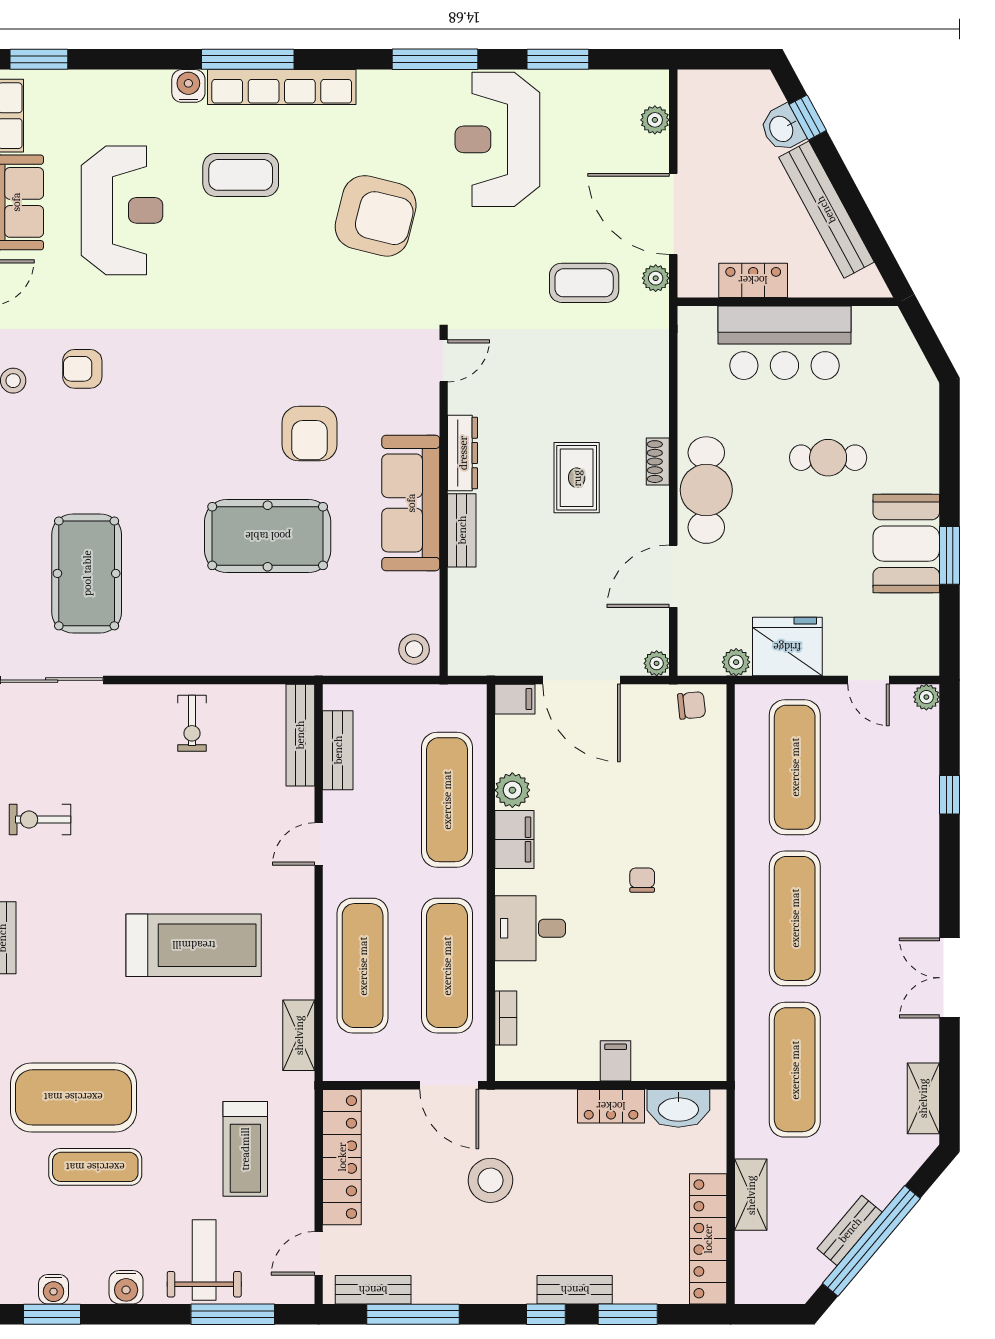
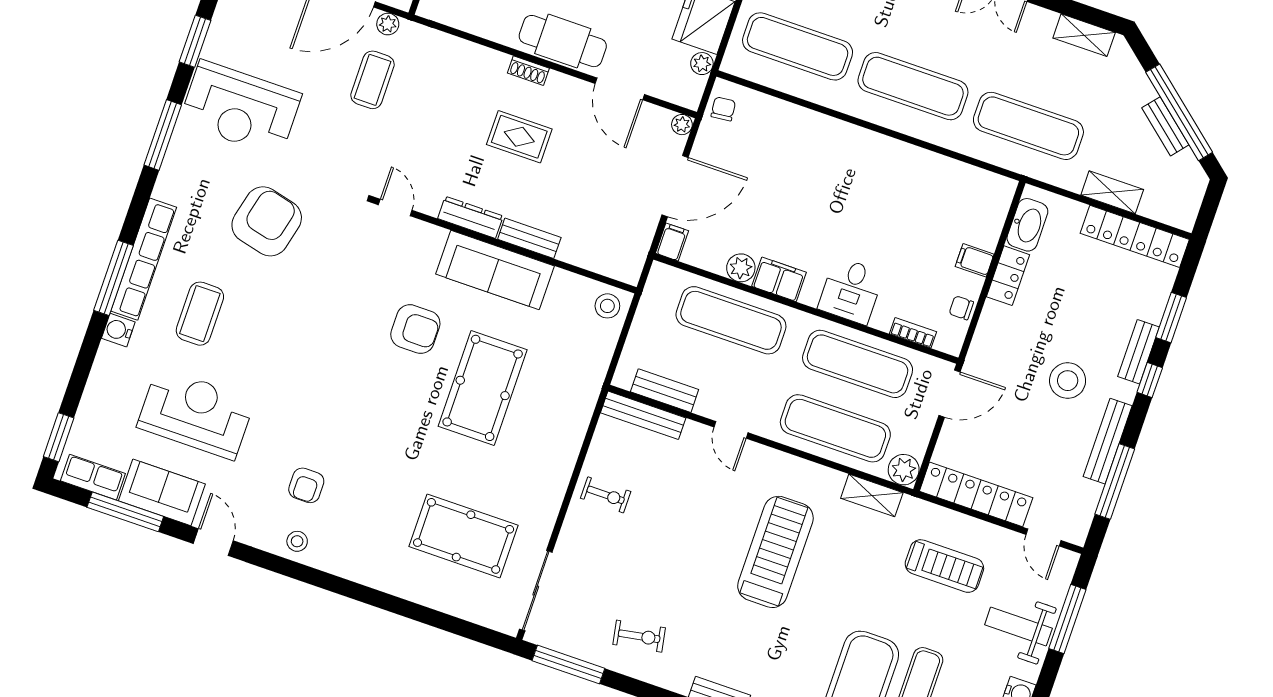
exercise bike: (40, 820) -> (639, 636), turned -100
chair: (642, 880) -> (961, 308), moved
plant: (342, 1062) -> (904, 470), added
stool: (490, 1180) -> (1068, 381), moved
bench: (373, 1290) -> (1108, 441), moved, width x1.36

